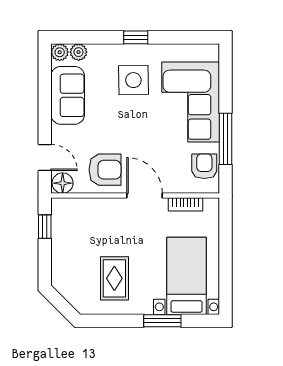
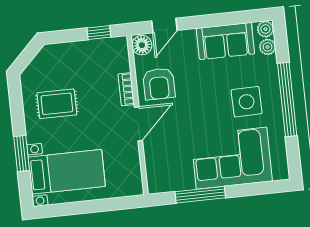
window: (136, 37) -> (287, 100), width x3.17
armchair: (204, 166) -> (172, 178), removed
bookcase: (185, 204) -> (126, 89), moved

